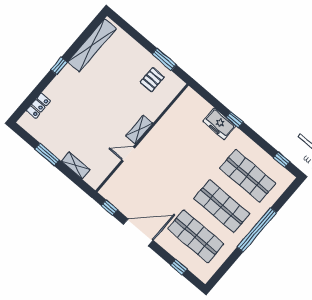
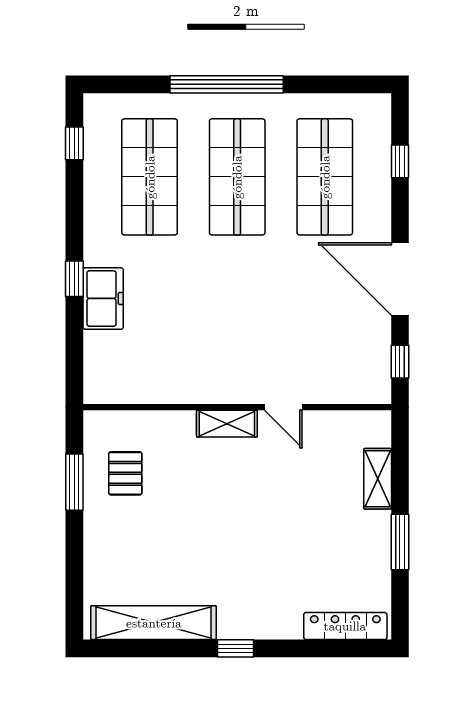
pallet: (152, 80) -> (125, 473), turned 90
locker: (38, 106) -> (345, 626), width x1.53

